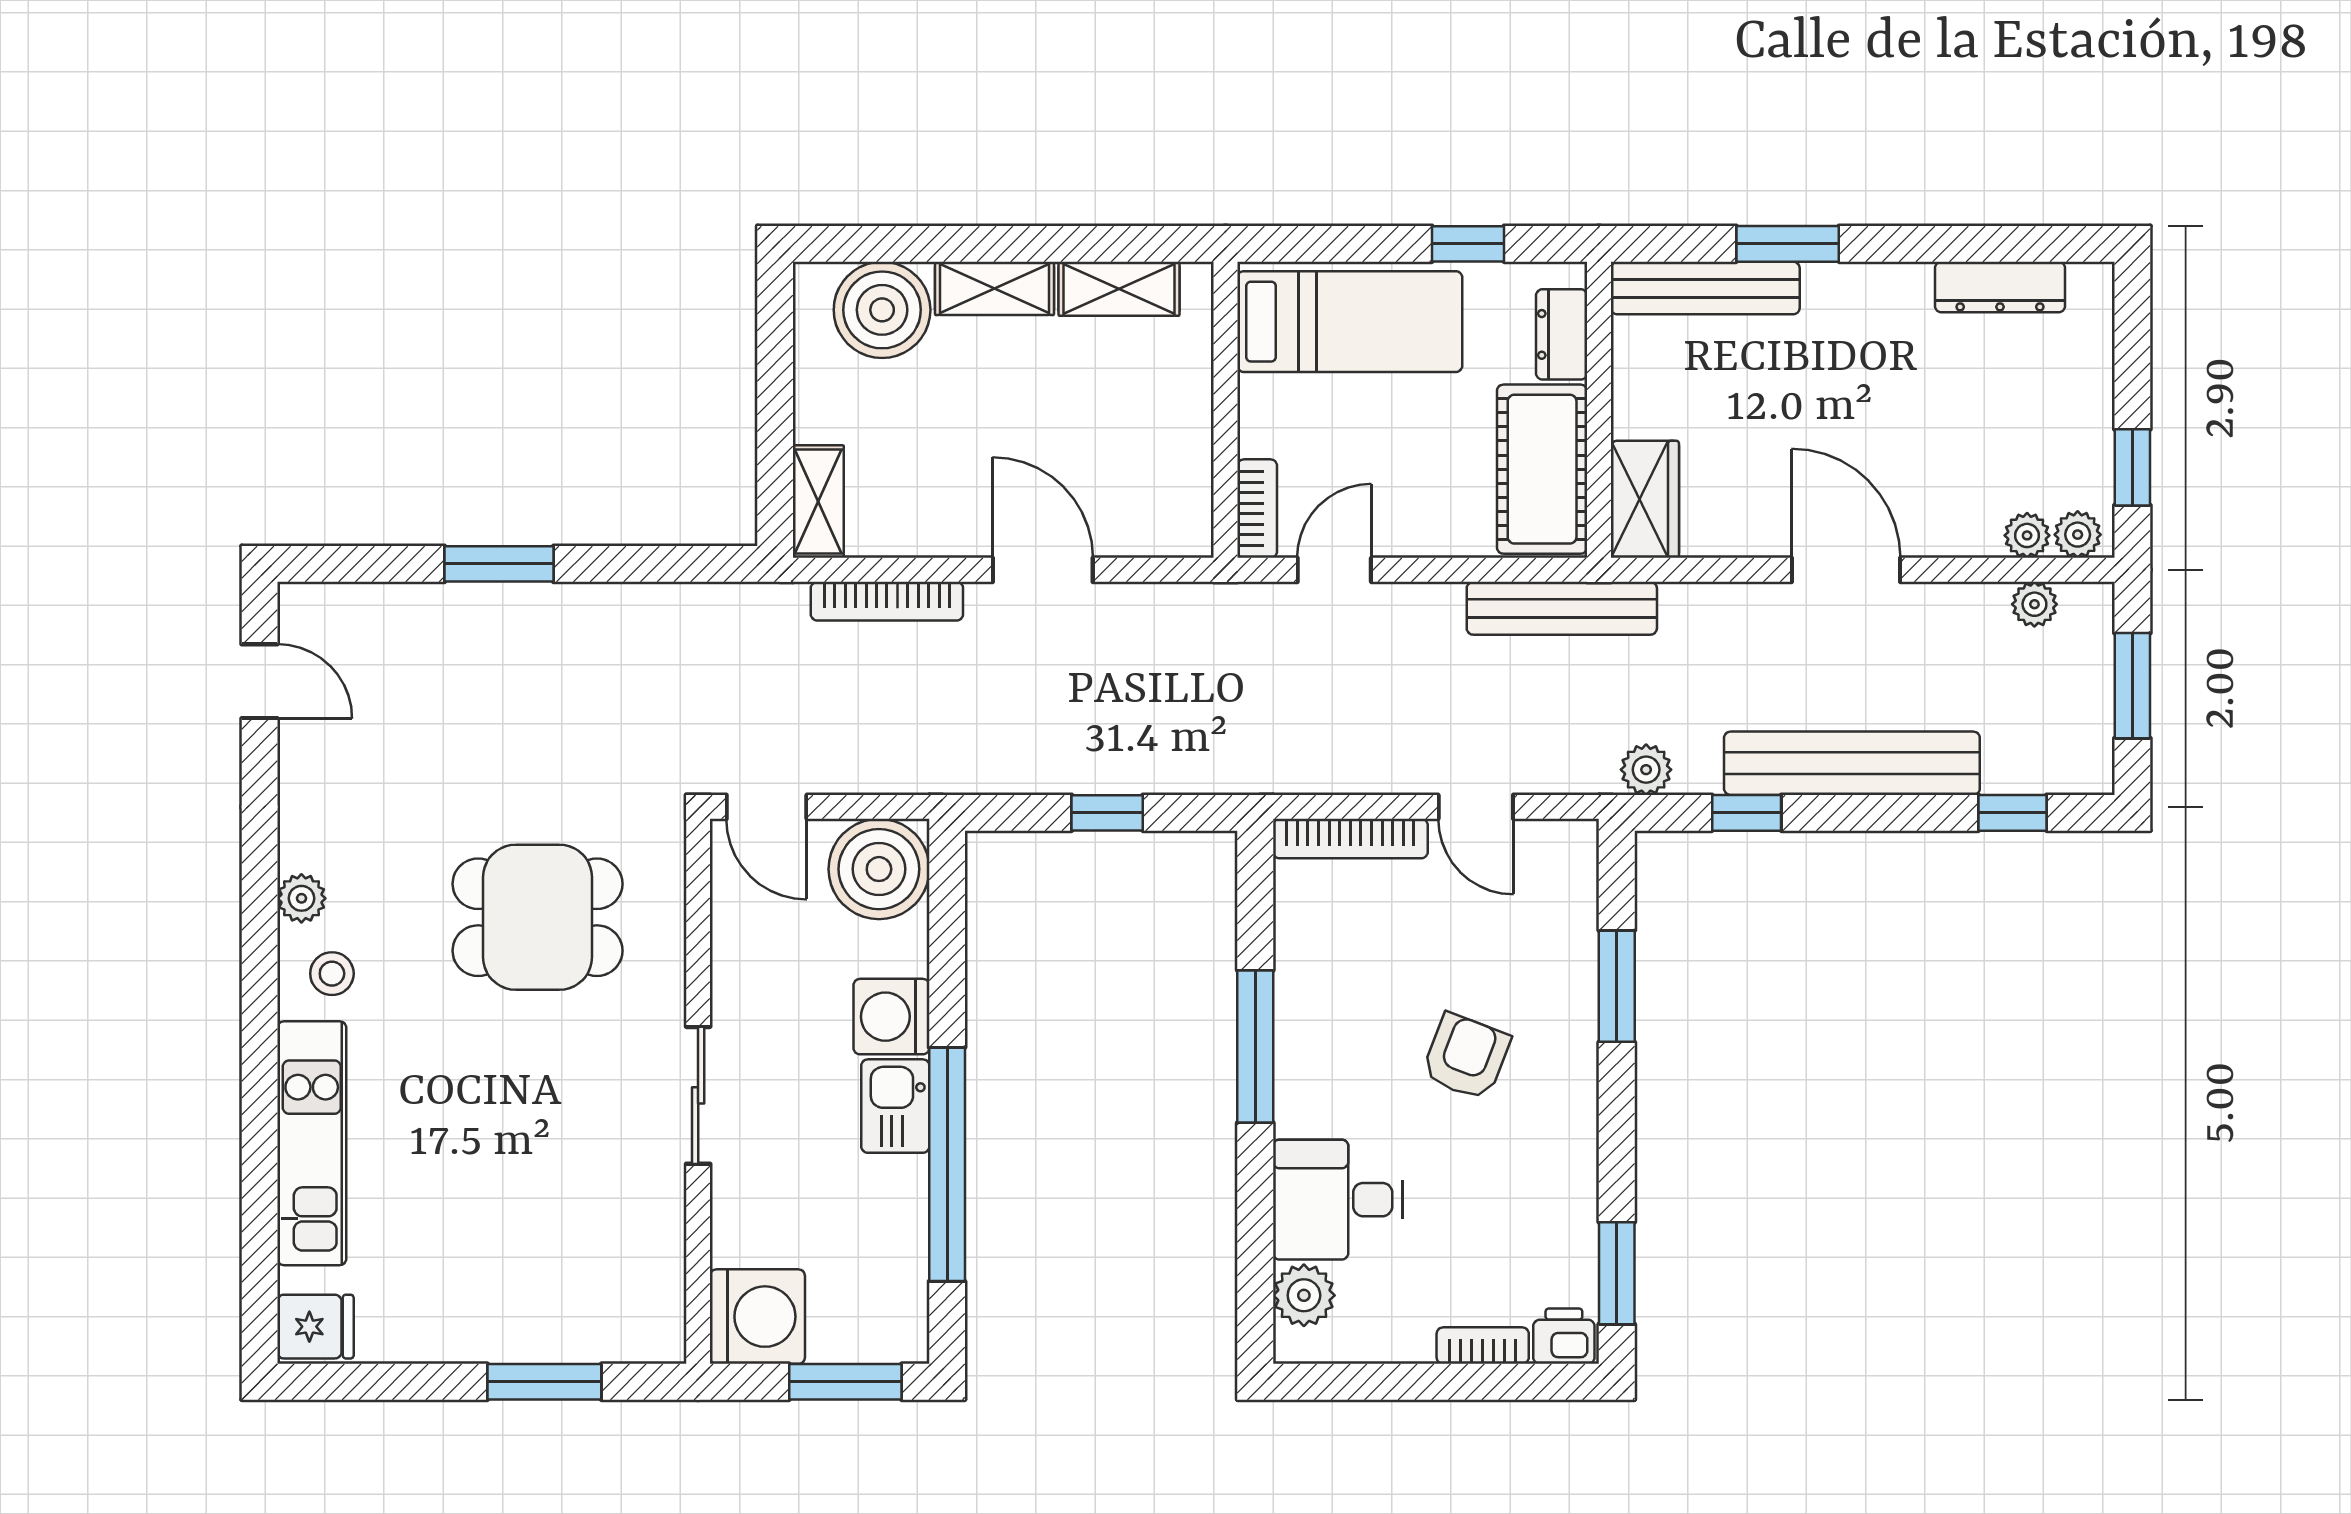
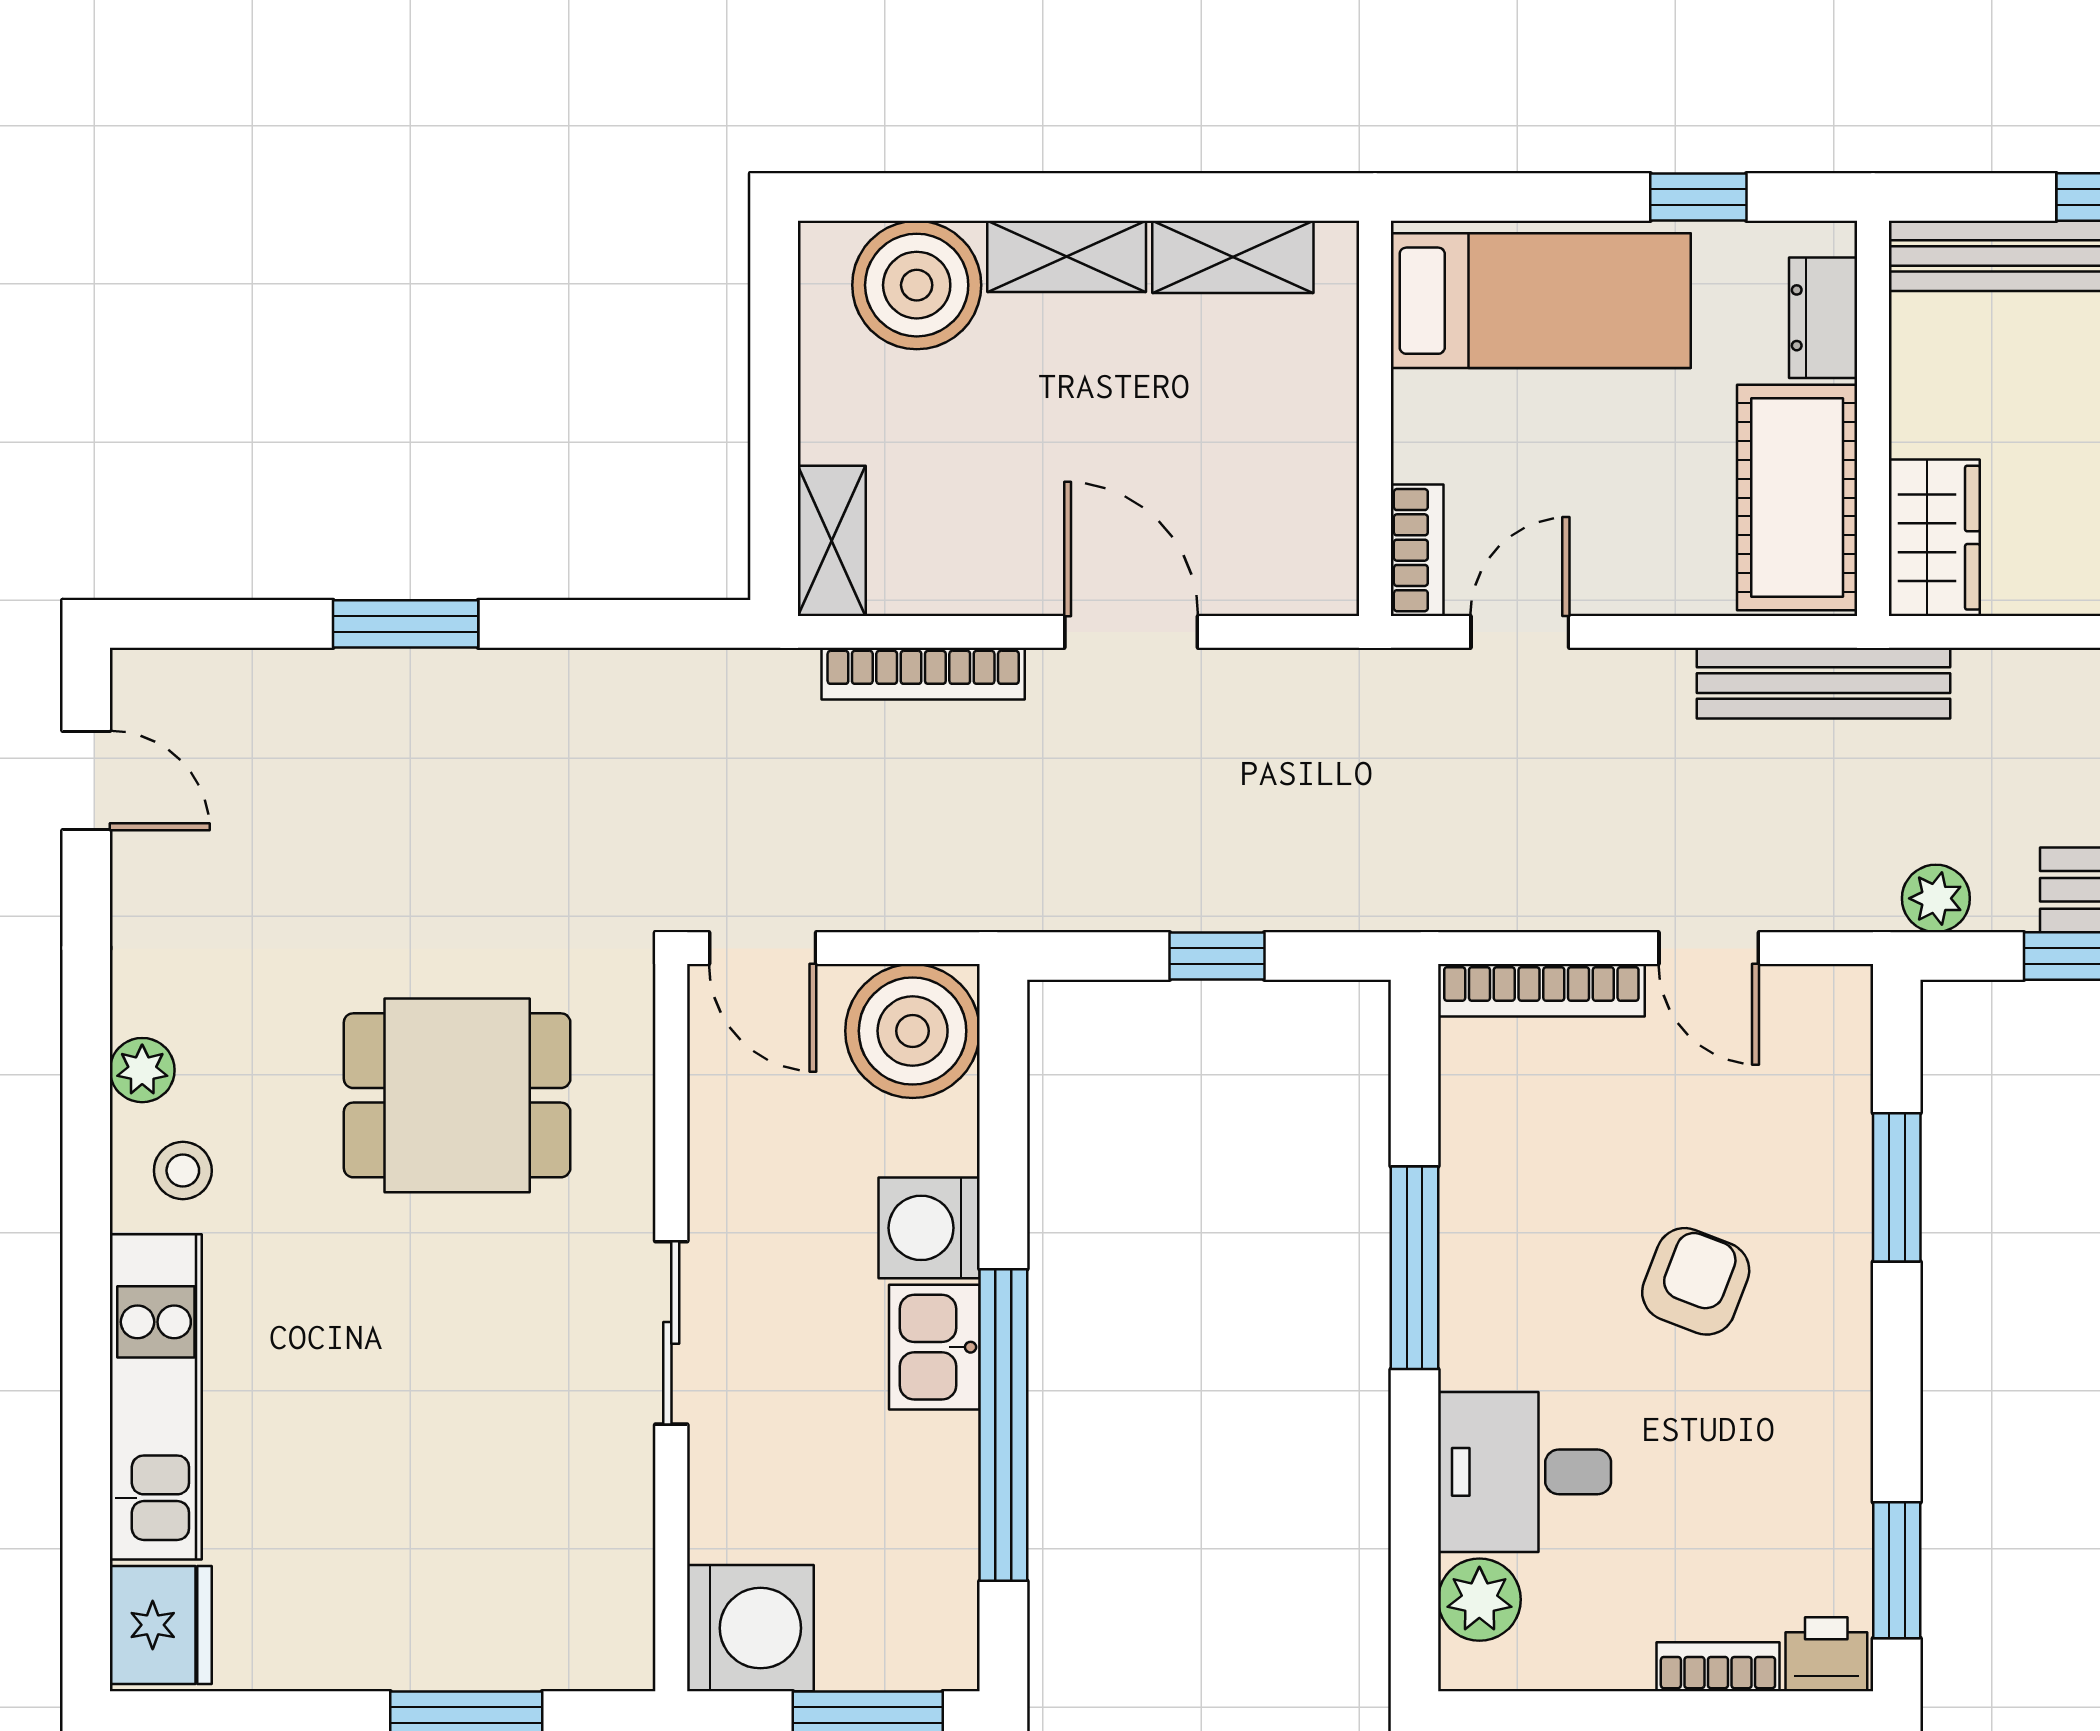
fridge: (315, 1327) -> (161, 1625), width x1.38

